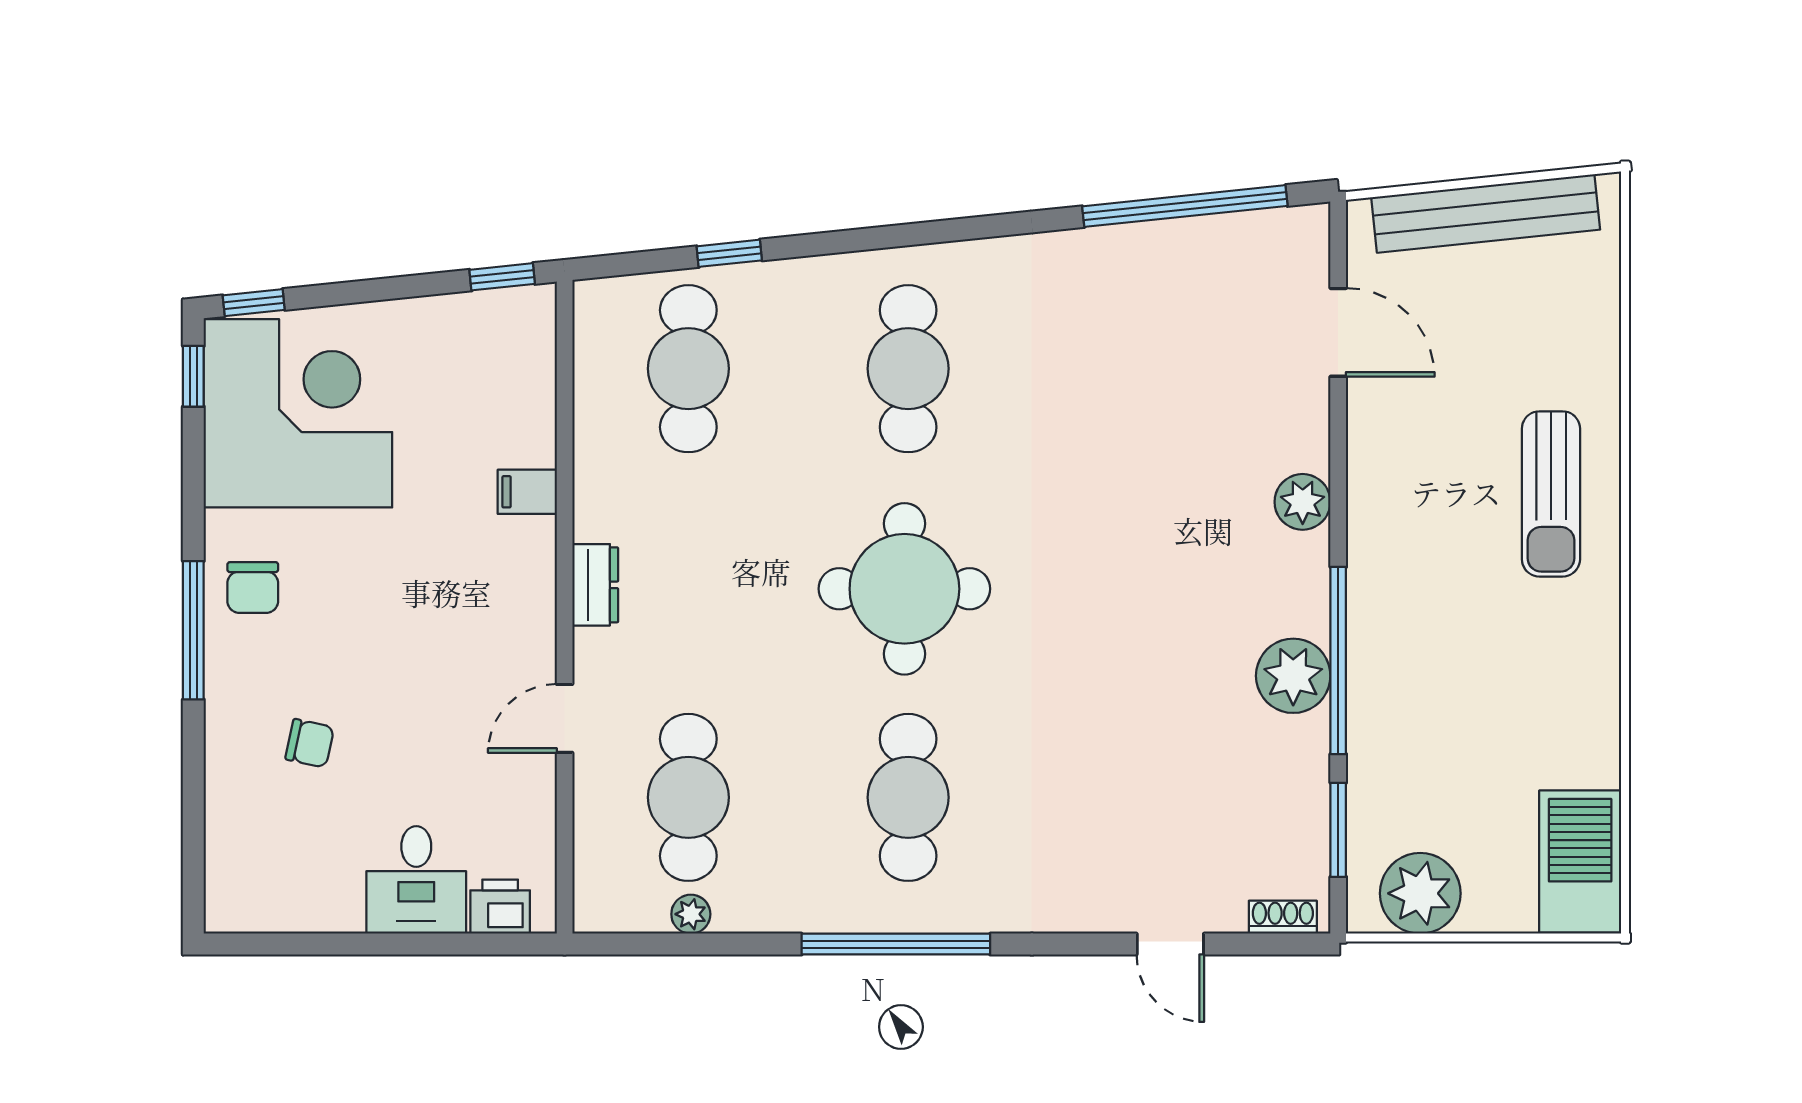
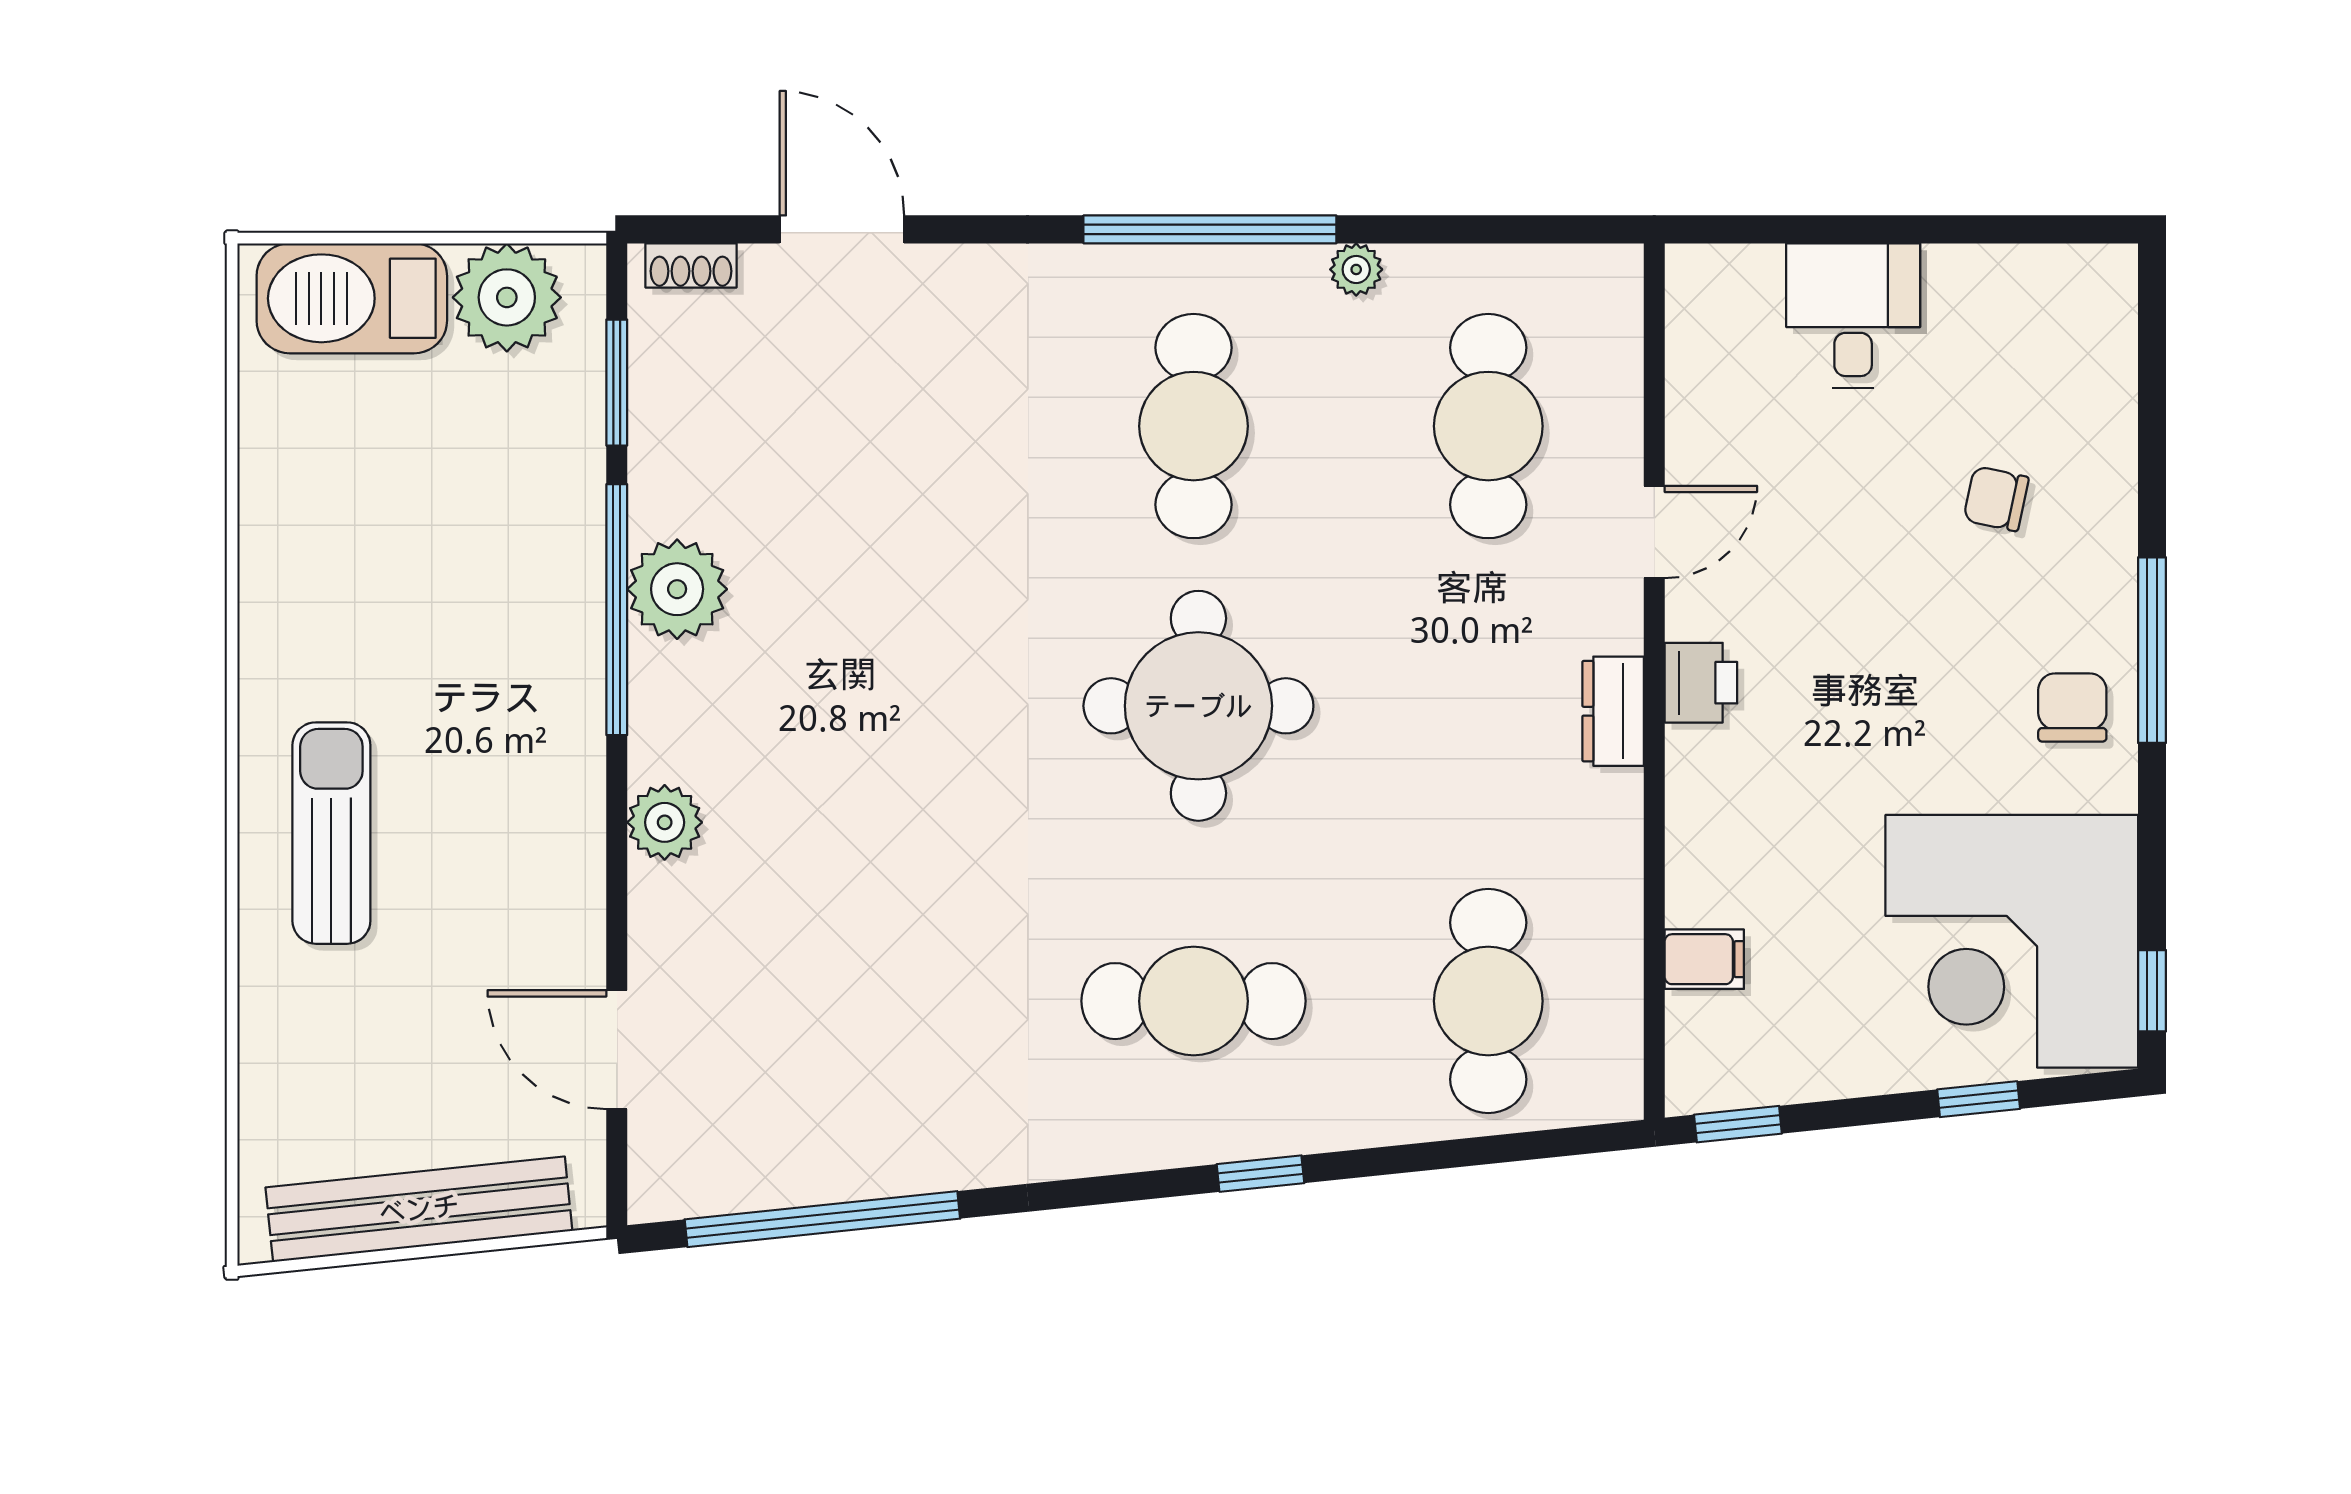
window: (729, 253) -> (1260, 1174), moved
window: (254, 303) -> (1979, 1099), moved
cafe table: (908, 369) -> (1194, 1001), turned 90
filing cabinet: (527, 492) -> (1704, 959), moved
barbecue: (1580, 861) -> (352, 298), moved, turned 90
printer: (500, 907) -> (1701, 683), moved, turned -90
plant: (691, 914) -> (1356, 269), moved
door: (1170, 944) -> (842, 229), width x1.38

